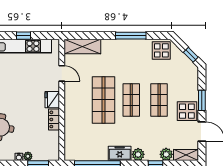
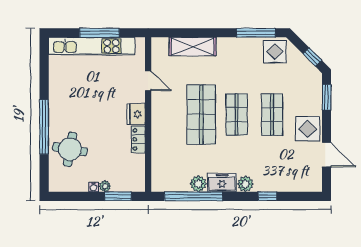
window: (23, 36) -> (99, 33), width x2.17
window: (131, 36) -> (256, 33), moved
shelving: (82, 47) -> (193, 47), moved
window: (202, 100) -> (327, 97), moved
plant: (166, 154) -> (198, 184), moved
shelving: (186, 155) -> (306, 185), removed

